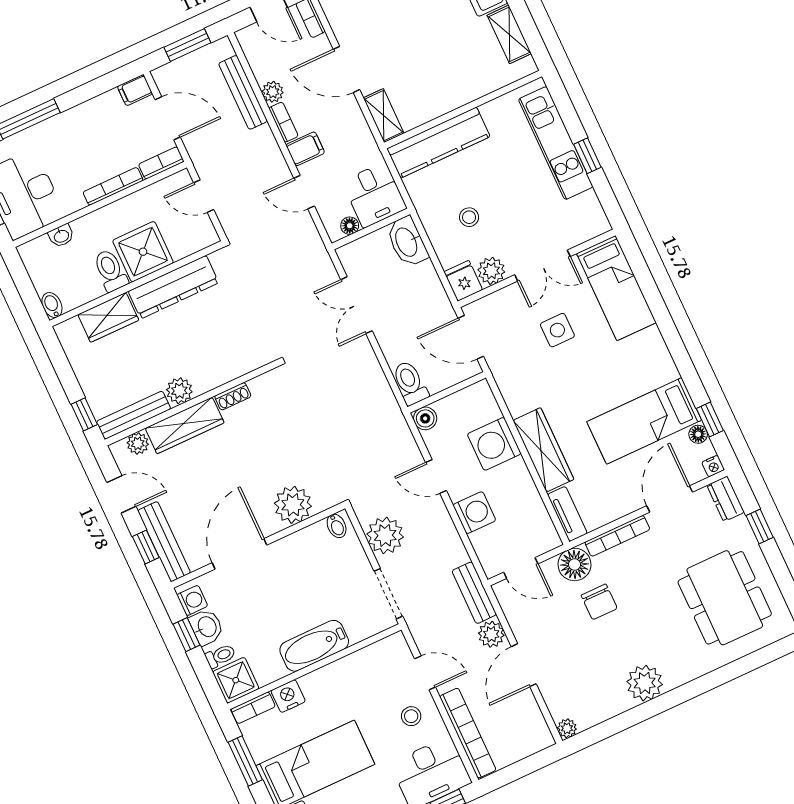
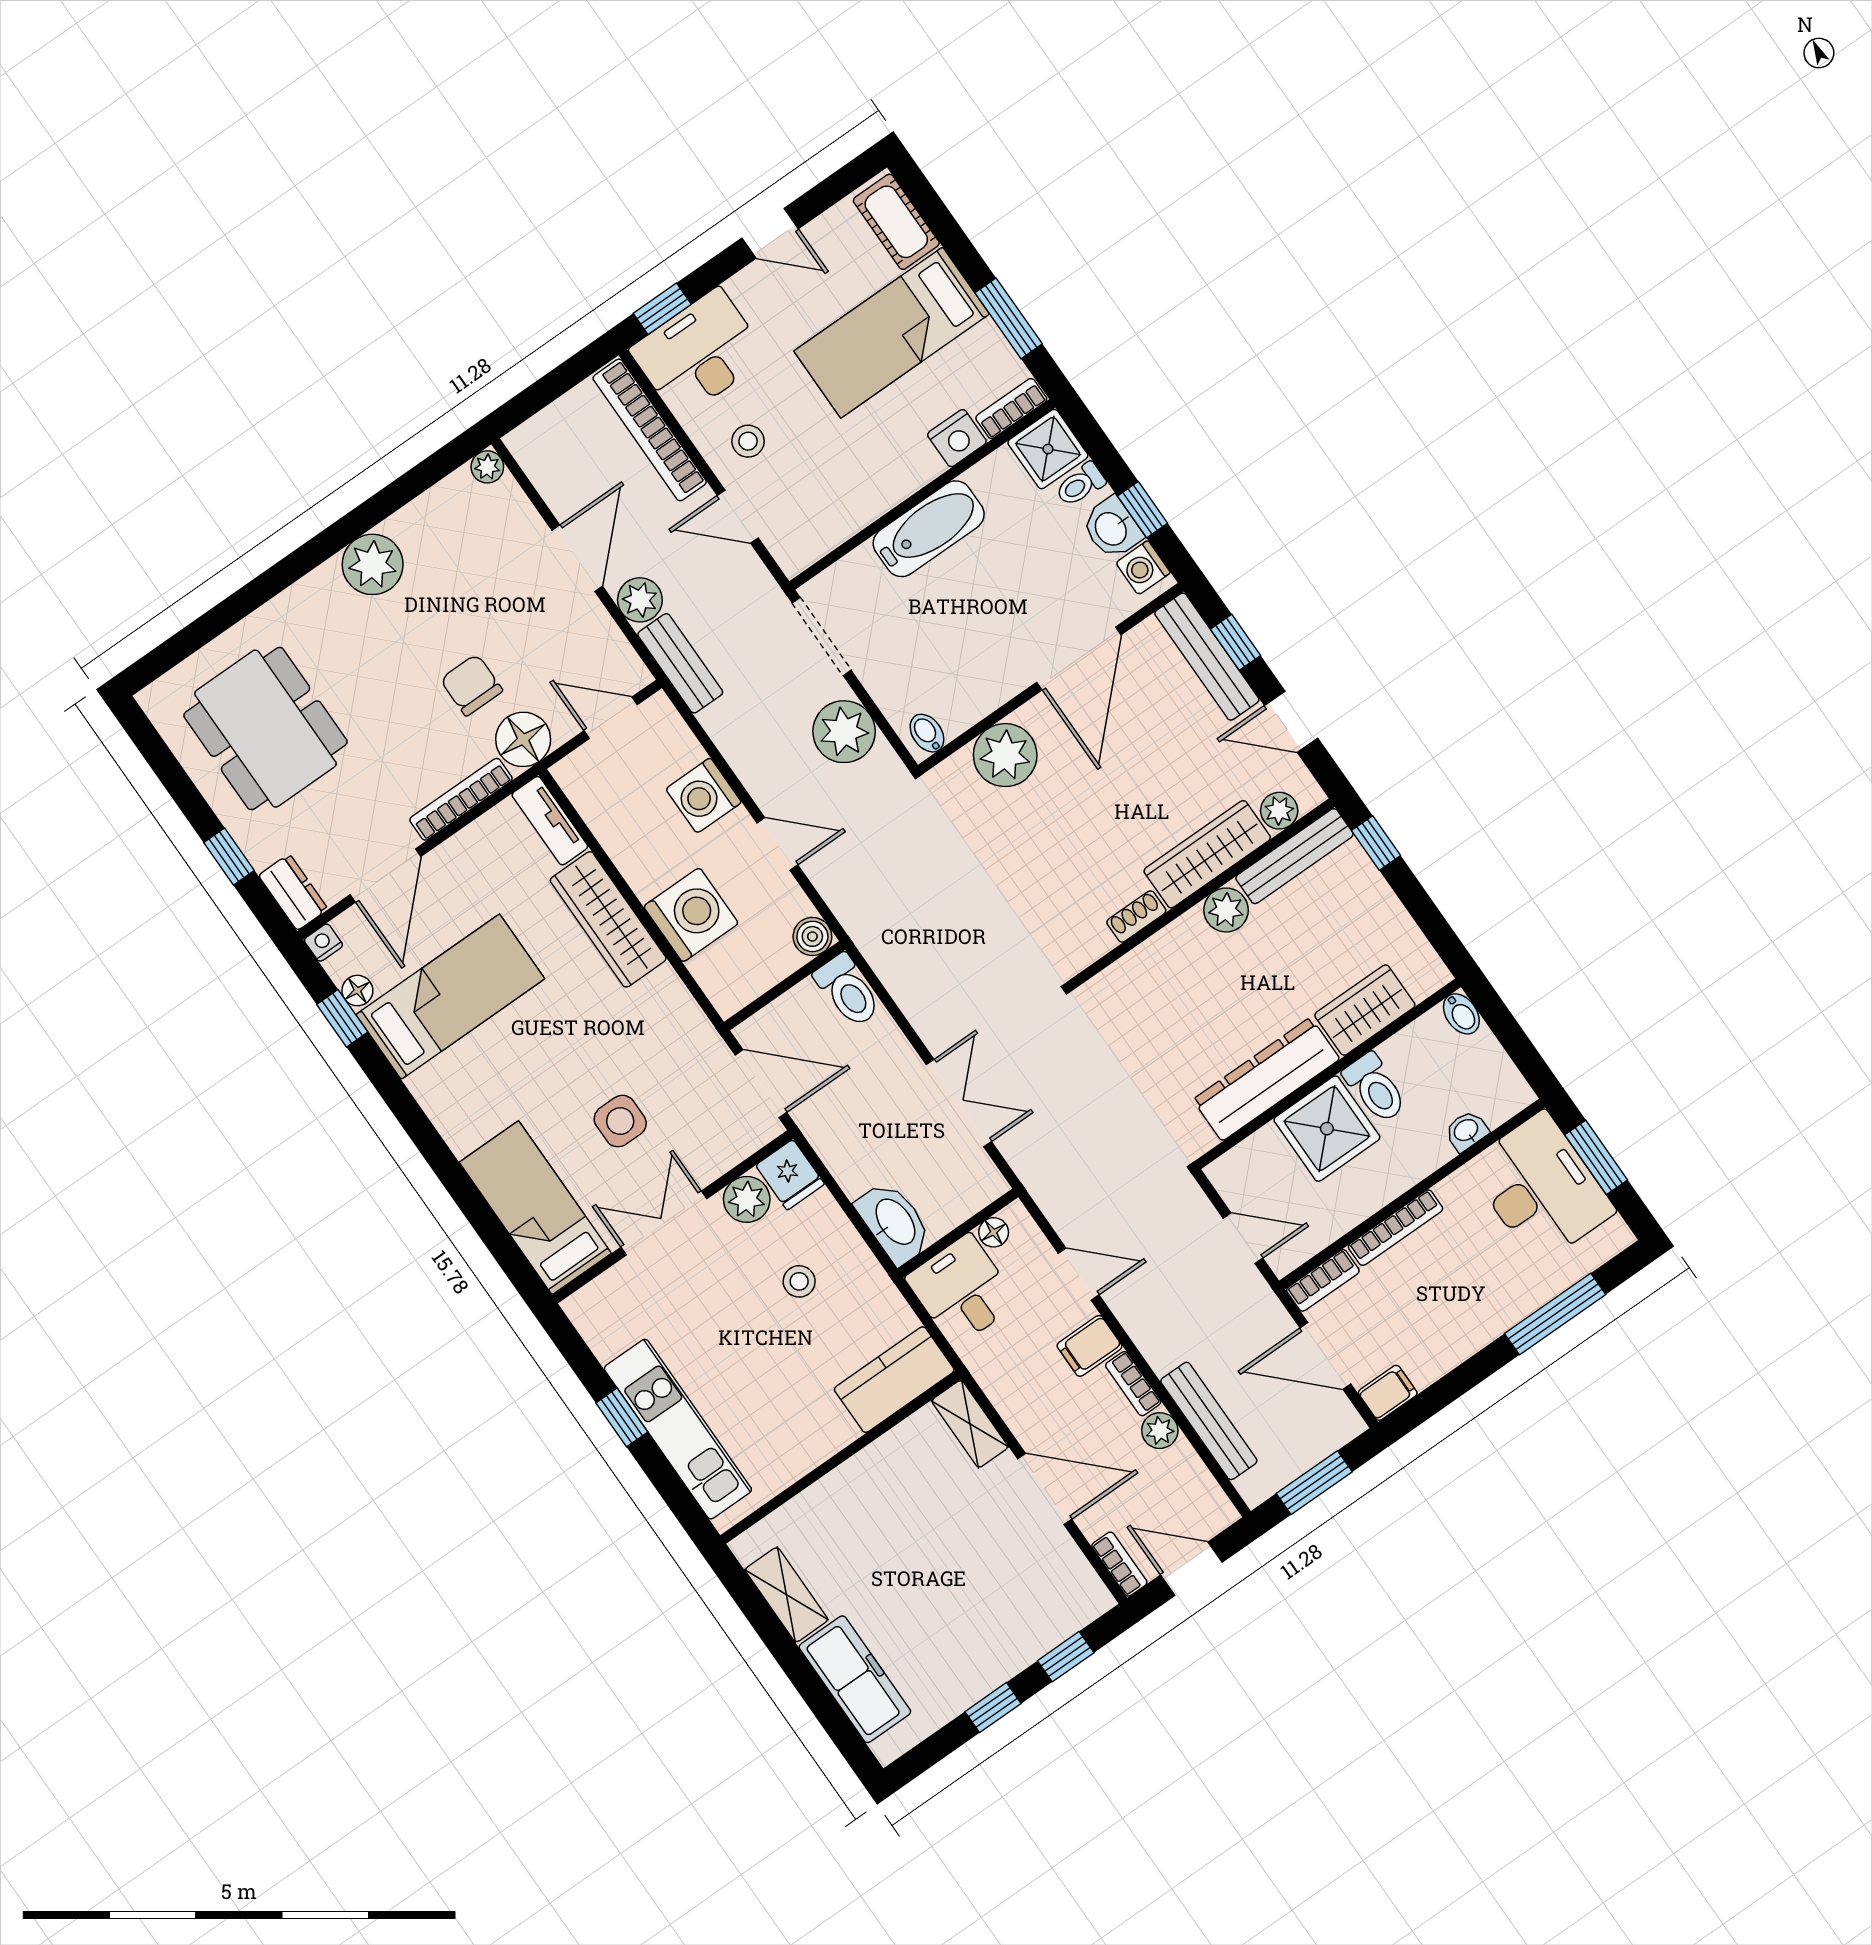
kitchen counter: (438, 143) -> (894, 1380), width x0.67

